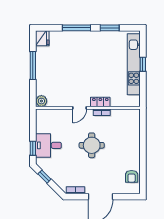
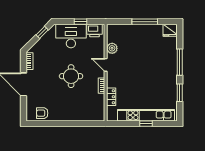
plant: (41, 101) -> (112, 48), moved
locker: (100, 102) -> (111, 97), moved
printer: (42, 120) -> (95, 31), added
desk: (48, 145) -> (71, 36), width x1.37
window: (33, 148) -> (81, 22), moved

